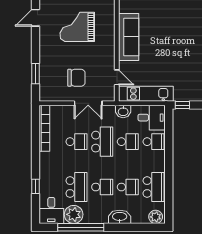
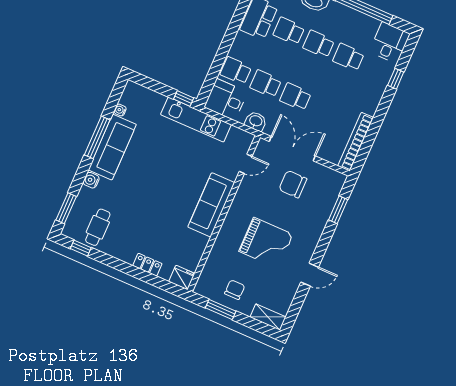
door: (117, 77) -> (246, 164), swing flipped
kitchen unit: (146, 94) -> (196, 120), moved
double door: (88, 103) -> (292, 149), width x1.37
school desk: (76, 142) -> (325, 110), removed
school desk: (102, 142) -> (295, 97), width x0.54
school desk: (76, 187) -> (348, 57), width x0.54
plant: (74, 214) -> (366, 27), removed

